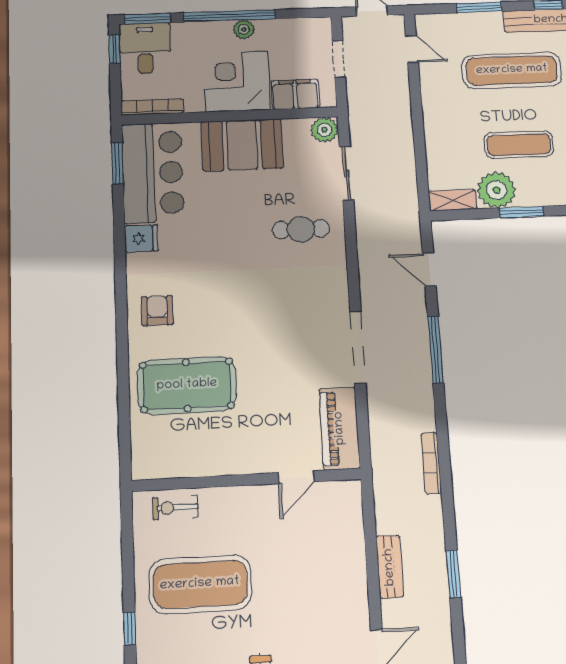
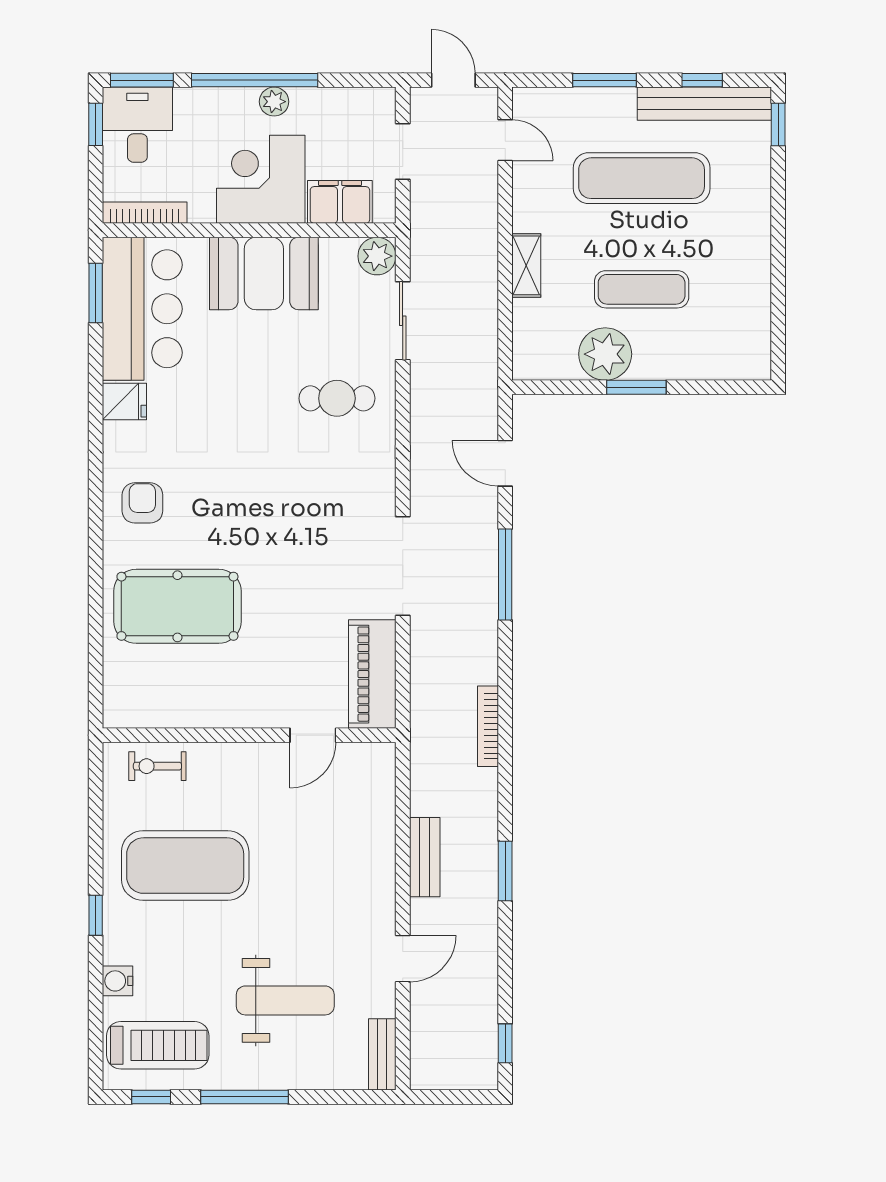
shelving: (453, 200) -> (526, 265), moved, turned 90

